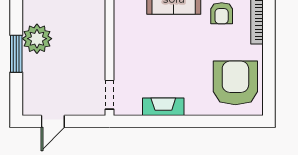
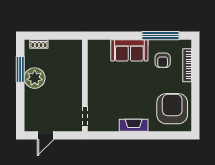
window: (16, 54) -> (20, 69), moved
fireplace: (163, 107) -> (134, 125), moved

